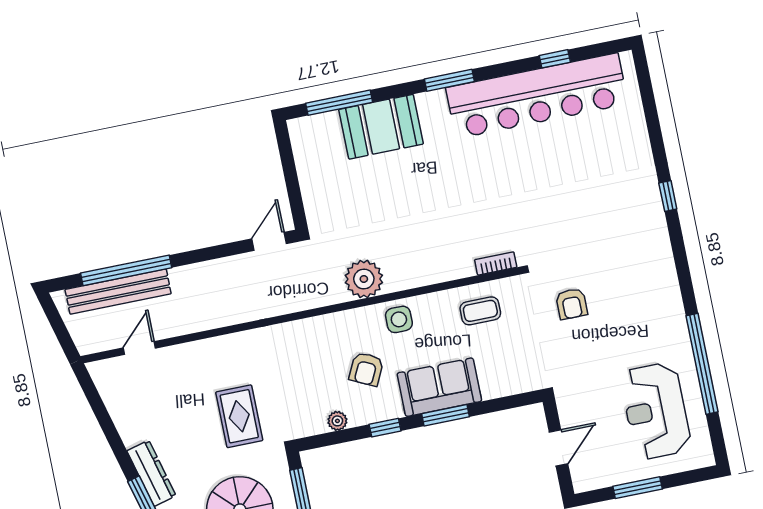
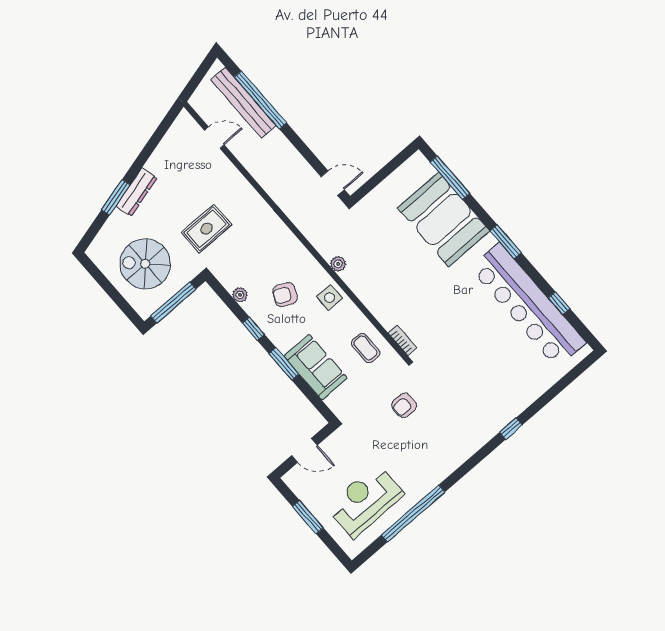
booth: (381, 127) -> (444, 219), width x1.36, depth x1.42
plant: (364, 279) -> (338, 264), width x0.53, depth x0.53
sofa: (439, 387) -> (316, 367), moved

